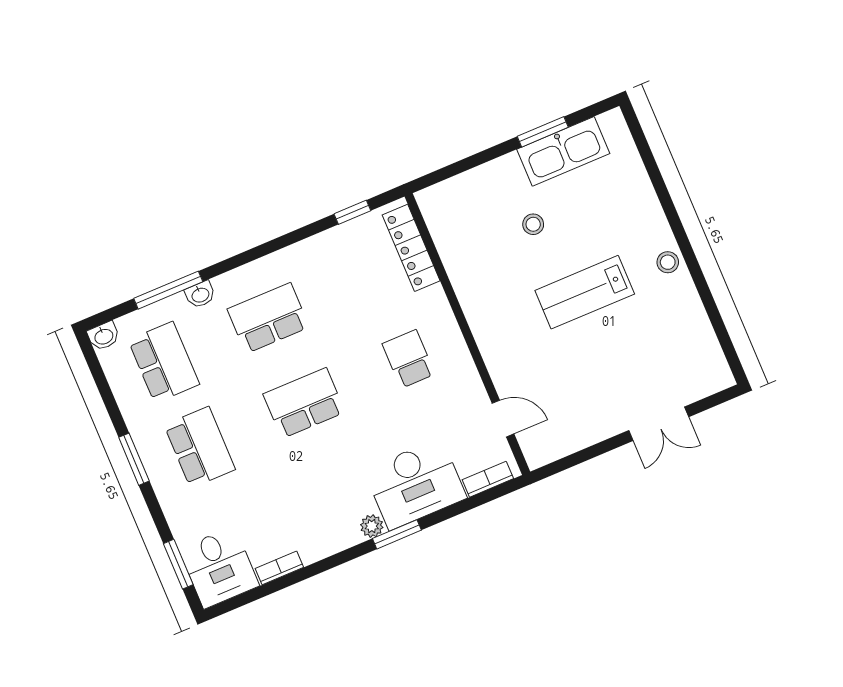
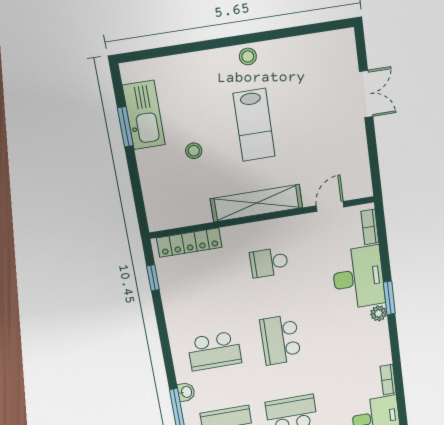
school desk: (268, 318) -> (214, 351), turned -90
shelving: (484, 322) -> (257, 203), added

